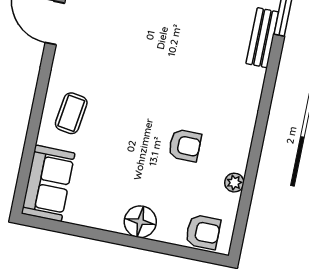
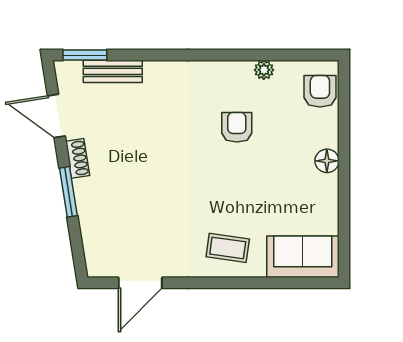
floor lamp: (140, 222) -> (327, 161), width x0.73, depth x0.73

